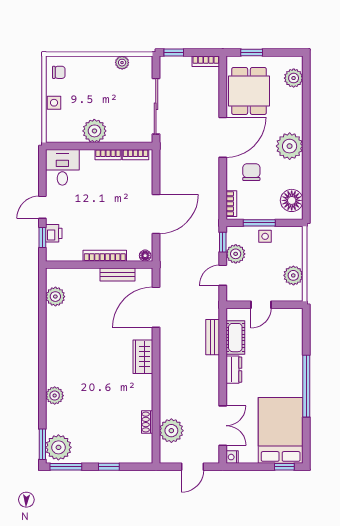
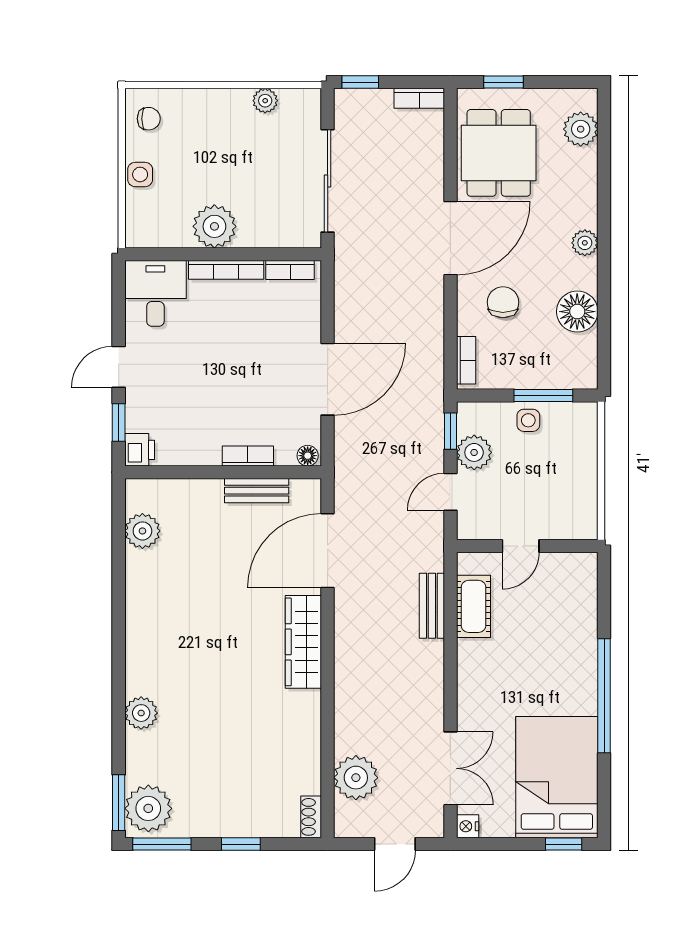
plant: (290, 146) -> (585, 243), width x0.53, depth x0.53
bookcase: (108, 155) -> (226, 270), width x1.56
floor lamp: (292, 200) -> (577, 312), moved
window: (259, 223) -> (543, 395), moved
printer: (54, 233) -> (140, 450), moved
bookcase: (105, 256) -> (248, 456), width x0.64
plant: (293, 275) -> (580, 492), removed
wardrobe: (143, 357) -> (303, 642), width x1.50
dresser: (234, 370) -> (471, 665), removed
shoe rack: (147, 422) -> (311, 817), moved

